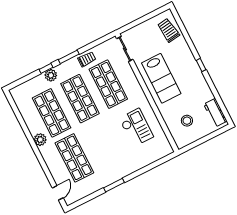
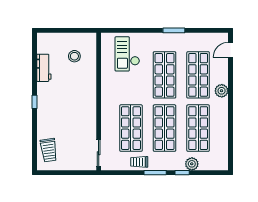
plant: (51, 75) -> (192, 164), moved
lab bench: (161, 78) -> (78, 108), removed
workbench: (215, 113) -> (44, 68), moved
checkout: (136, 128) -> (127, 54), moved
plant: (40, 140) -> (222, 91), moved
shop shelf: (103, 143) -> (165, 75), added

